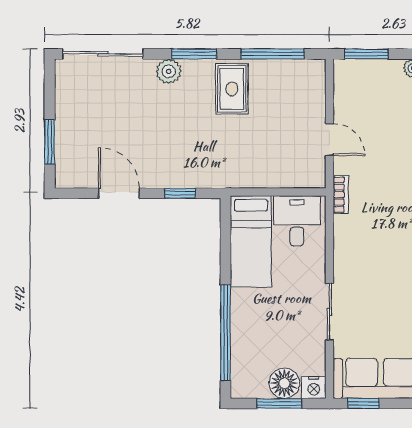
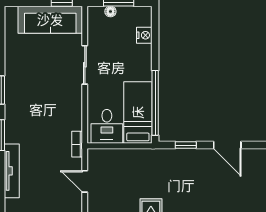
window: (226, 333) -> (155, 103), moved
floor lamp: (284, 383) -> (110, 12), width x0.53, depth x0.53
nightstand: (314, 387) -> (144, 35), moved, turned 90

